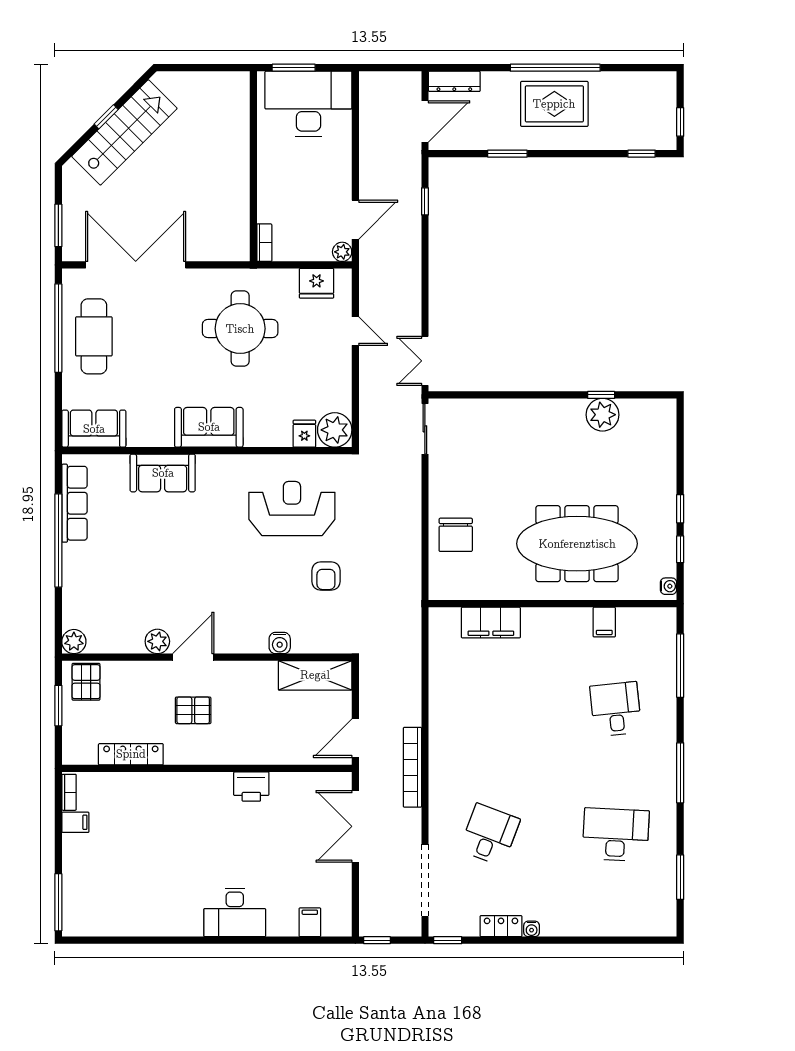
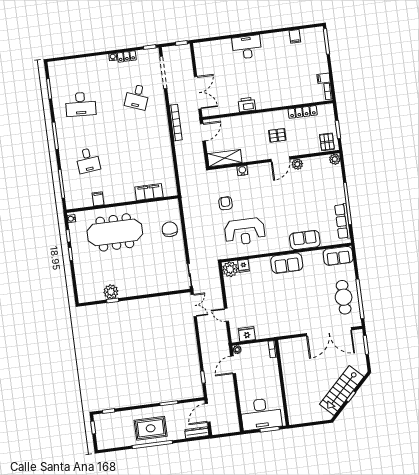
round table: (240, 329) -> (278, 309), removed
filing cabinet: (310, 922) -> (295, 36), moved

